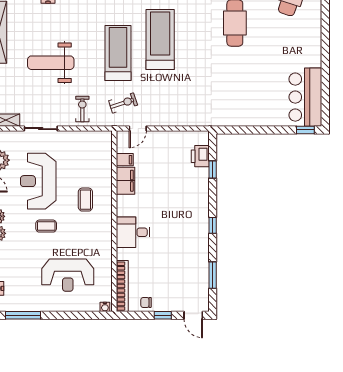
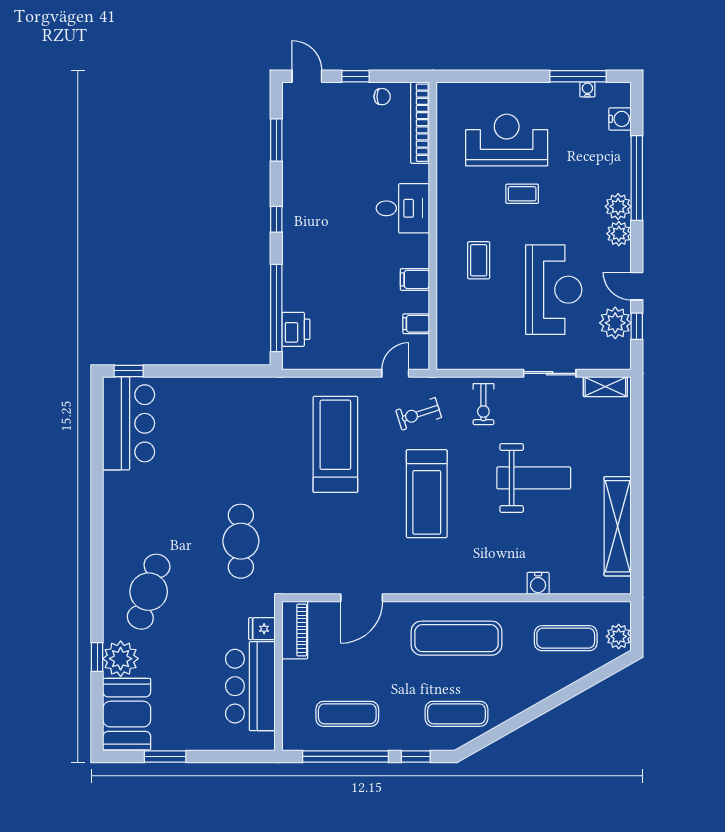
treadmill: (160, 40) -> (335, 444), moved, turned 180
window: (213, 170) -> (276, 308), width x3.17
filing cabinet: (126, 181) -> (415, 279), width x0.50
coffee table: (46, 226) -> (522, 194), moved
water cooler: (105, 307) -> (587, 89), moved

